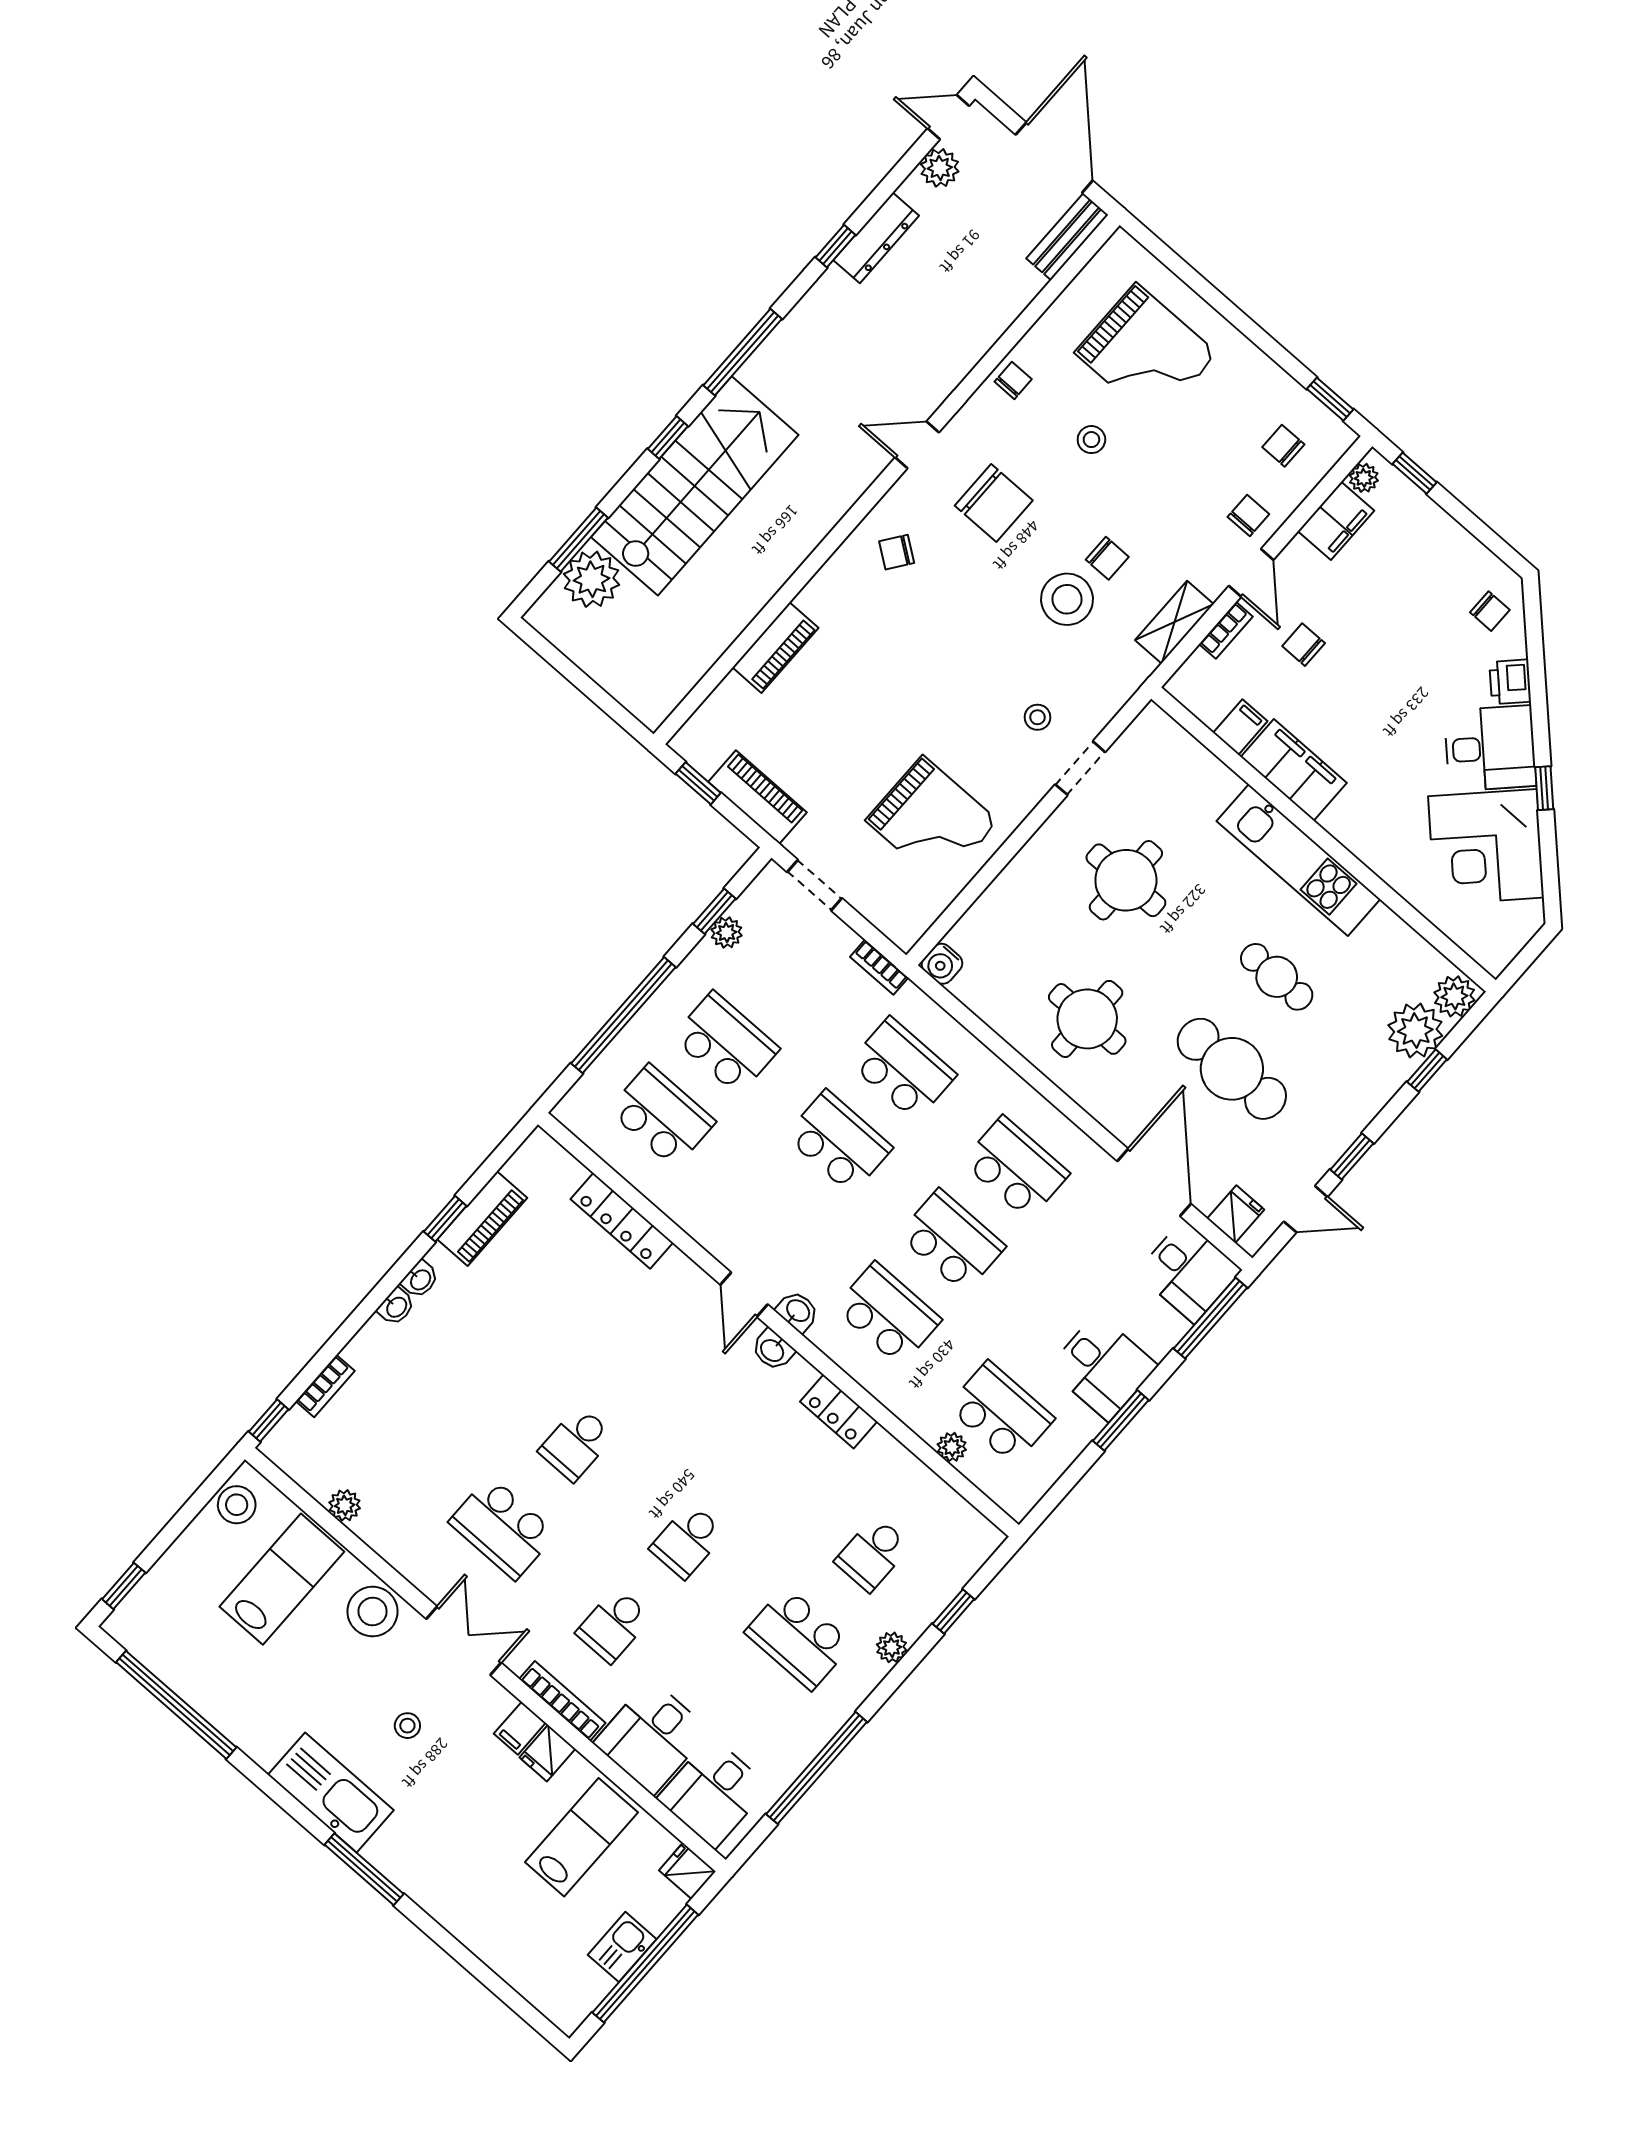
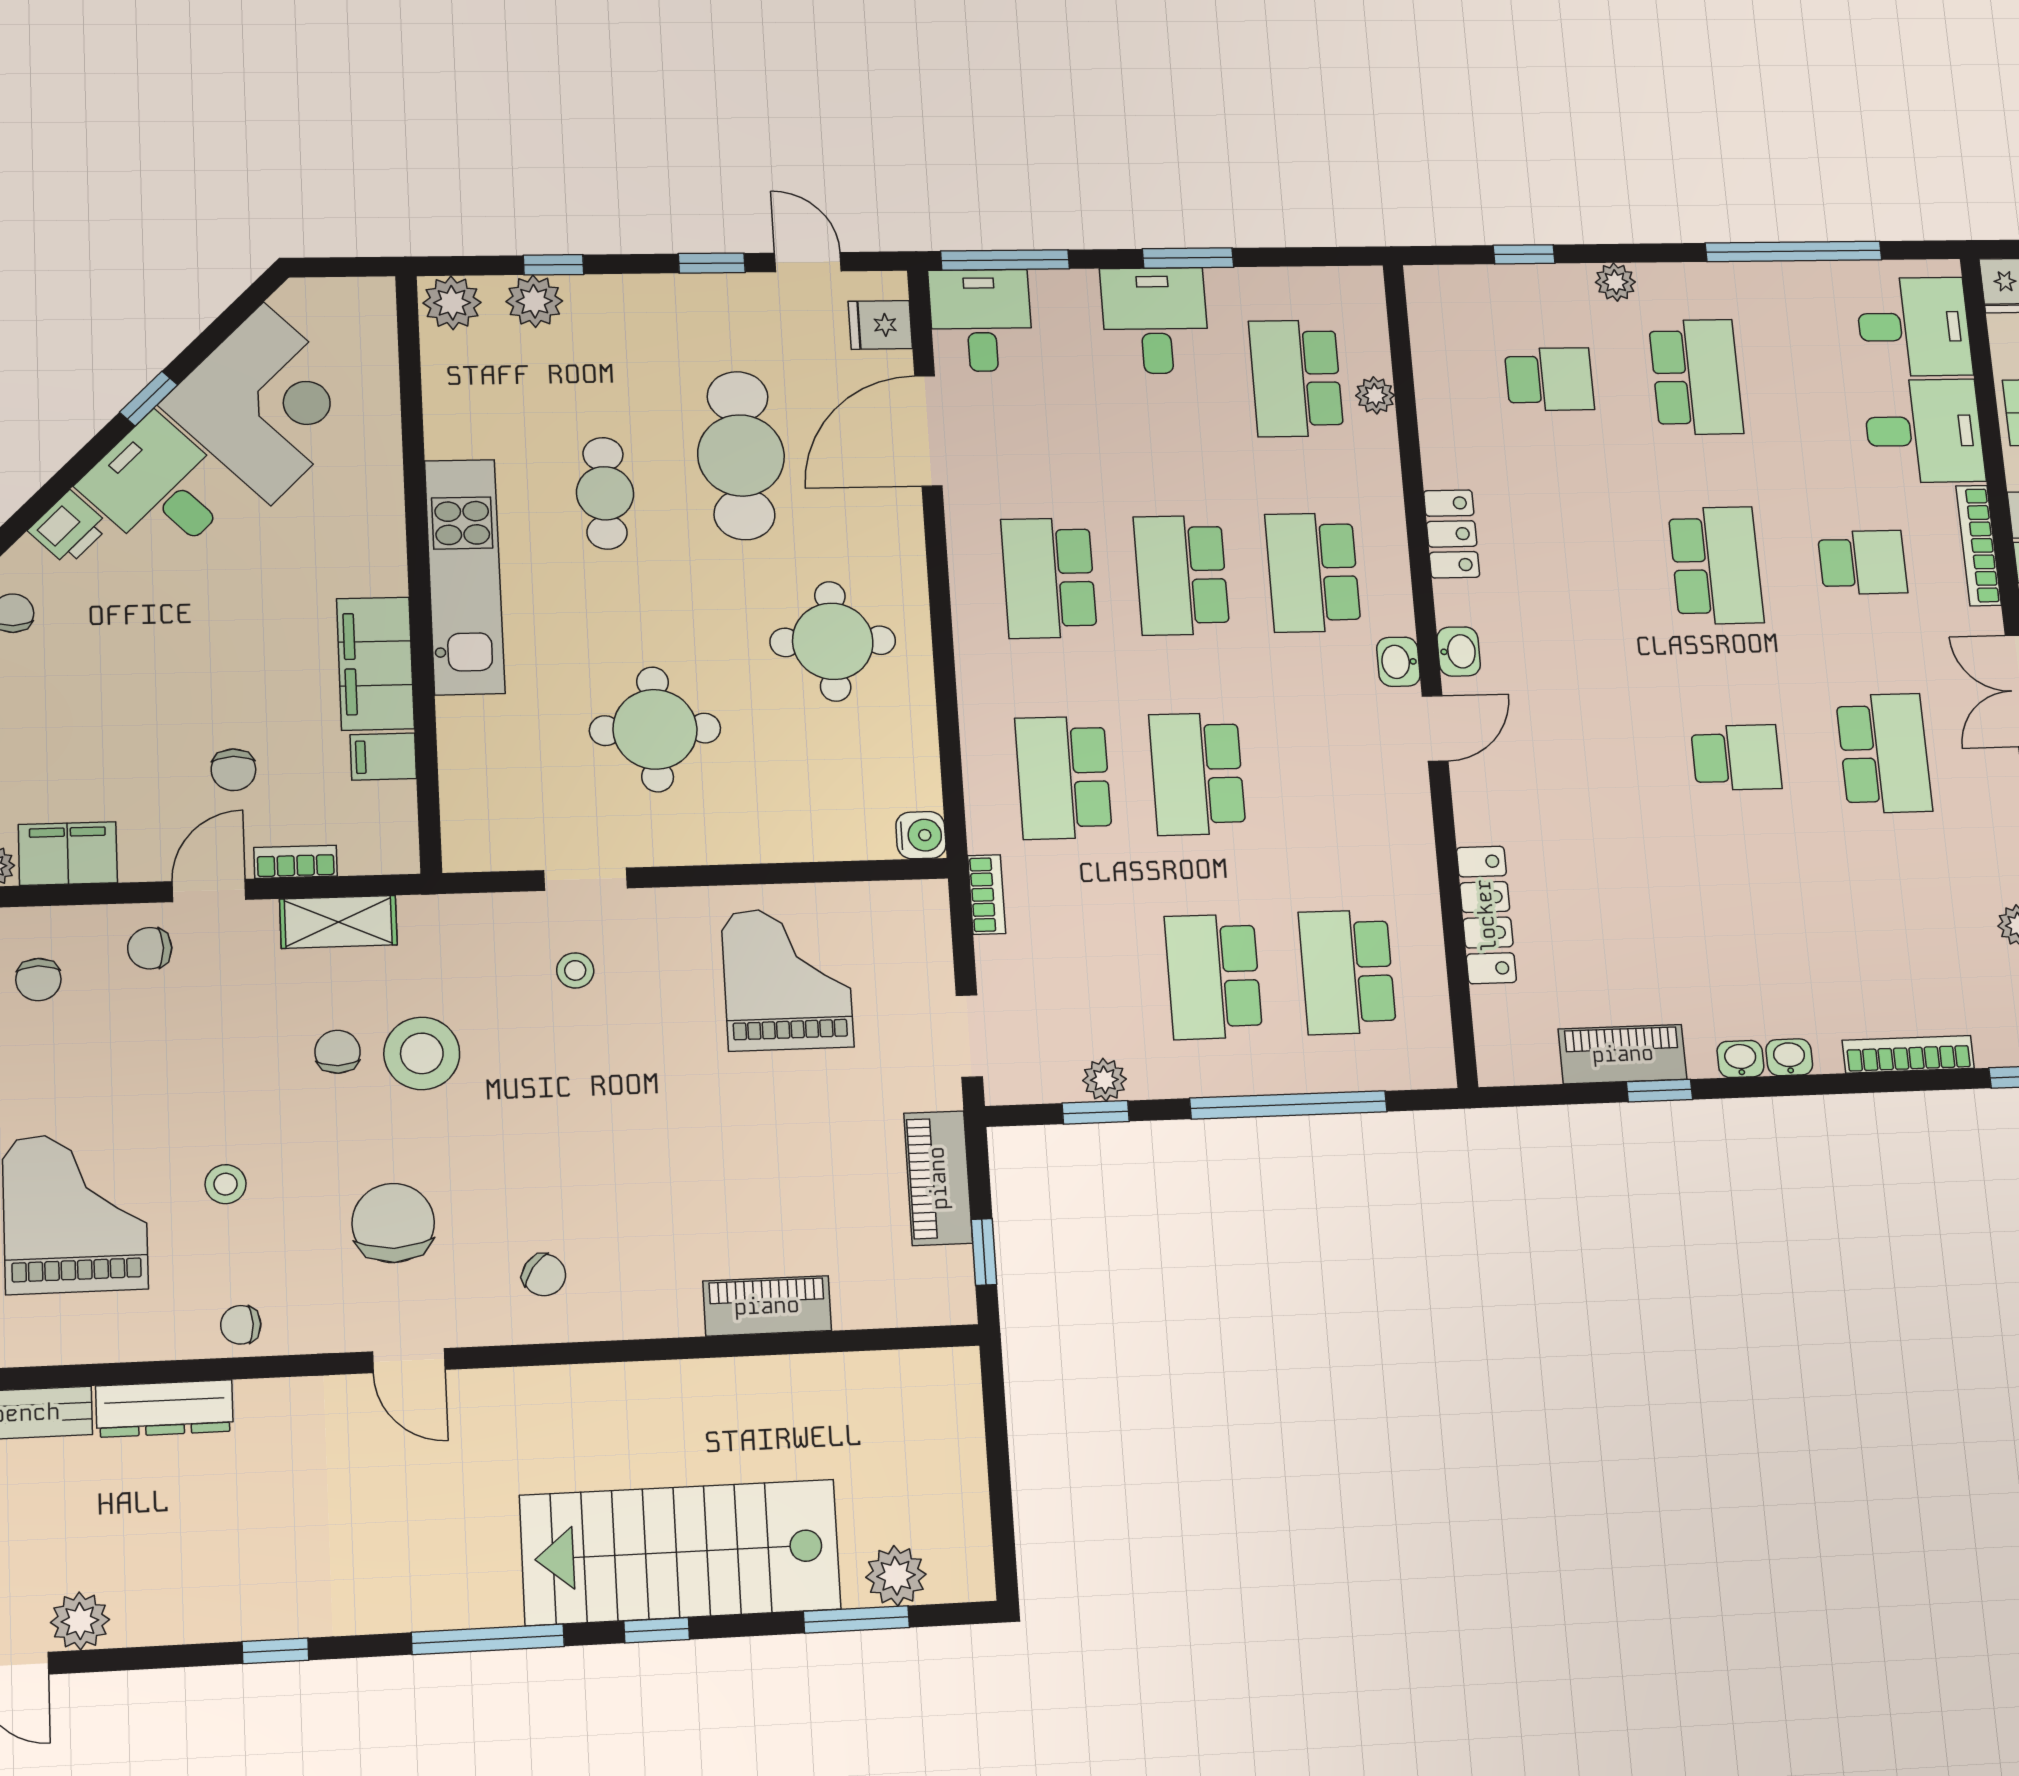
dresser: (876, 238) -> (165, 1409), moved, turned 180
plant: (591, 579) -> (896, 1576), width x0.73, depth x0.73
plant: (1415, 1031) -> (534, 301), width x0.73, depth x0.73
bookcase: (325, 1386) -> (1908, 1054), width x1.56
school desk: (687, 1541) -> (1716, 566), width x1.85

